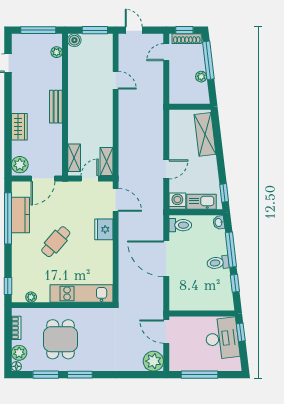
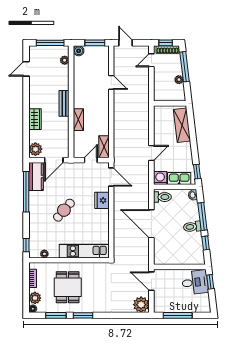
shelving: (74, 158) -> (78, 120), moved
kitchen counter: (20, 215) -> (36, 177), moved
desk: (222, 338) -> (195, 282), width x0.73

